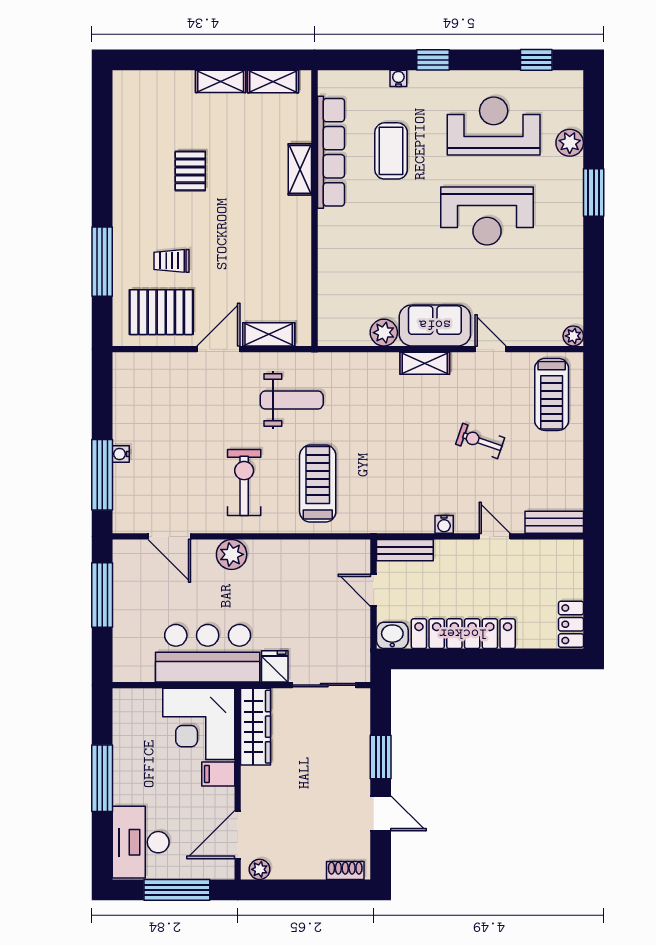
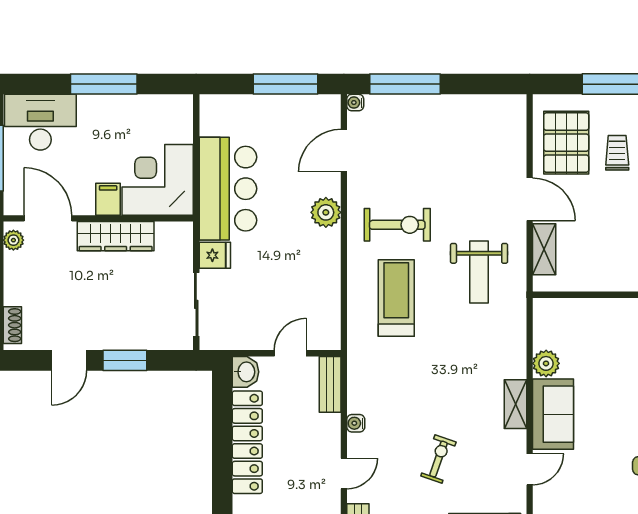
water cooler: (121, 454) -> (355, 103), moved, turned -90
treadmill: (318, 484) -> (396, 298), turned -90
wardrobe: (256, 727) -> (116, 236), moved

